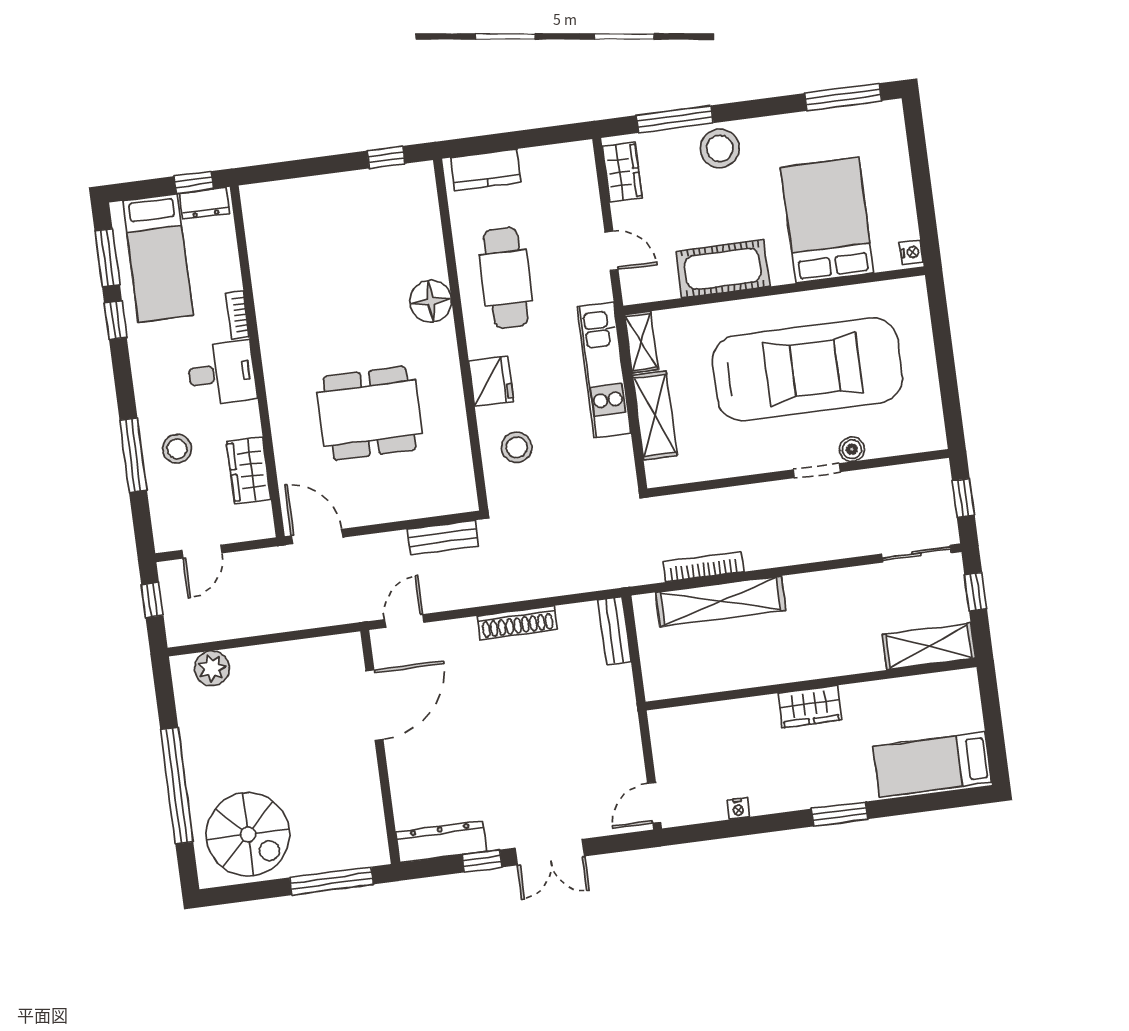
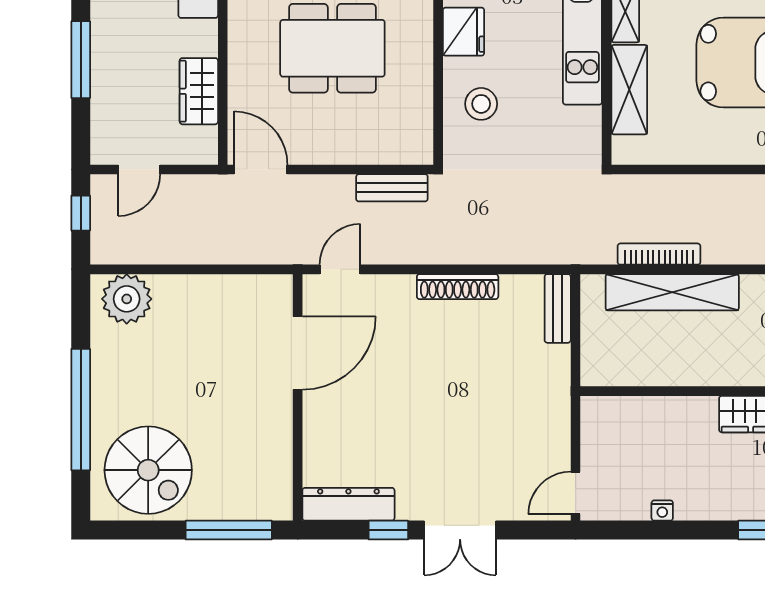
stool: (177, 449) -> (127, 59), removed
plant: (212, 668) -> (127, 299), width x1.36, depth x1.36

